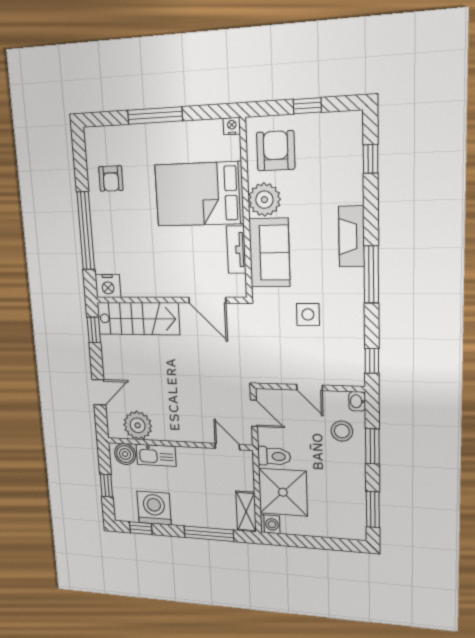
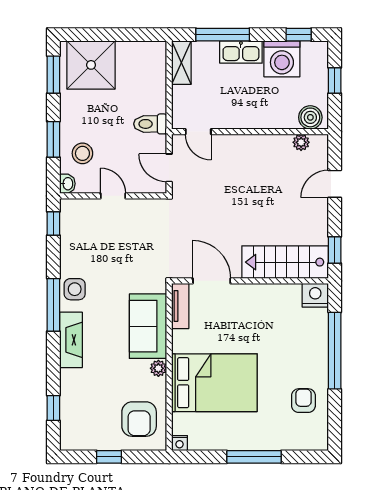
plant: (264, 200) -> (158, 368), width x0.53, depth x0.53
tv unit: (236, 250) -> (180, 306), moved
side table: (308, 314) -> (75, 289), moved
plant: (138, 425) -> (301, 142), width x0.53, depth x0.53
kitchen sink: (156, 455) -> (241, 52), moved, turned 180
shower: (283, 492) -> (91, 65), moved
washing machine: (270, 524) -> (157, 51), removed

